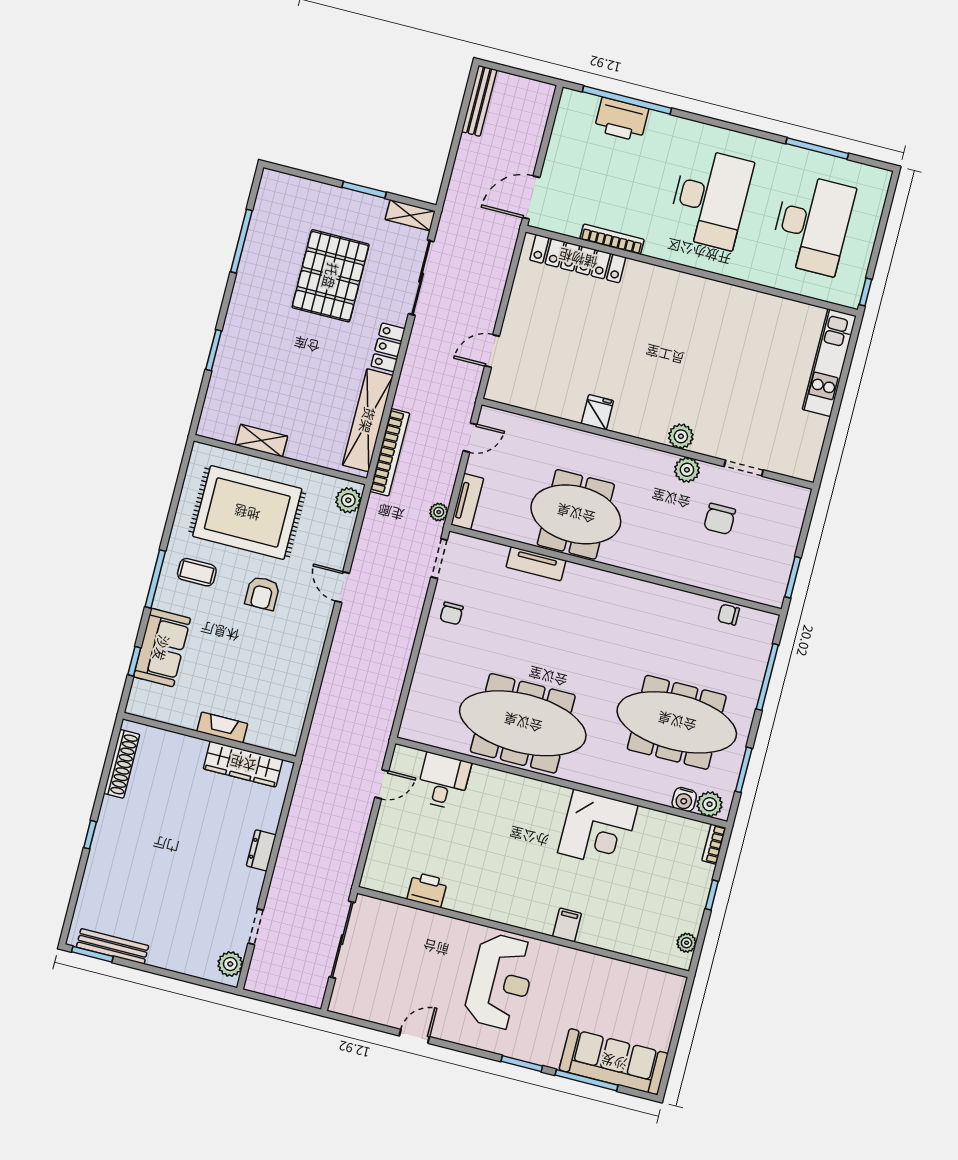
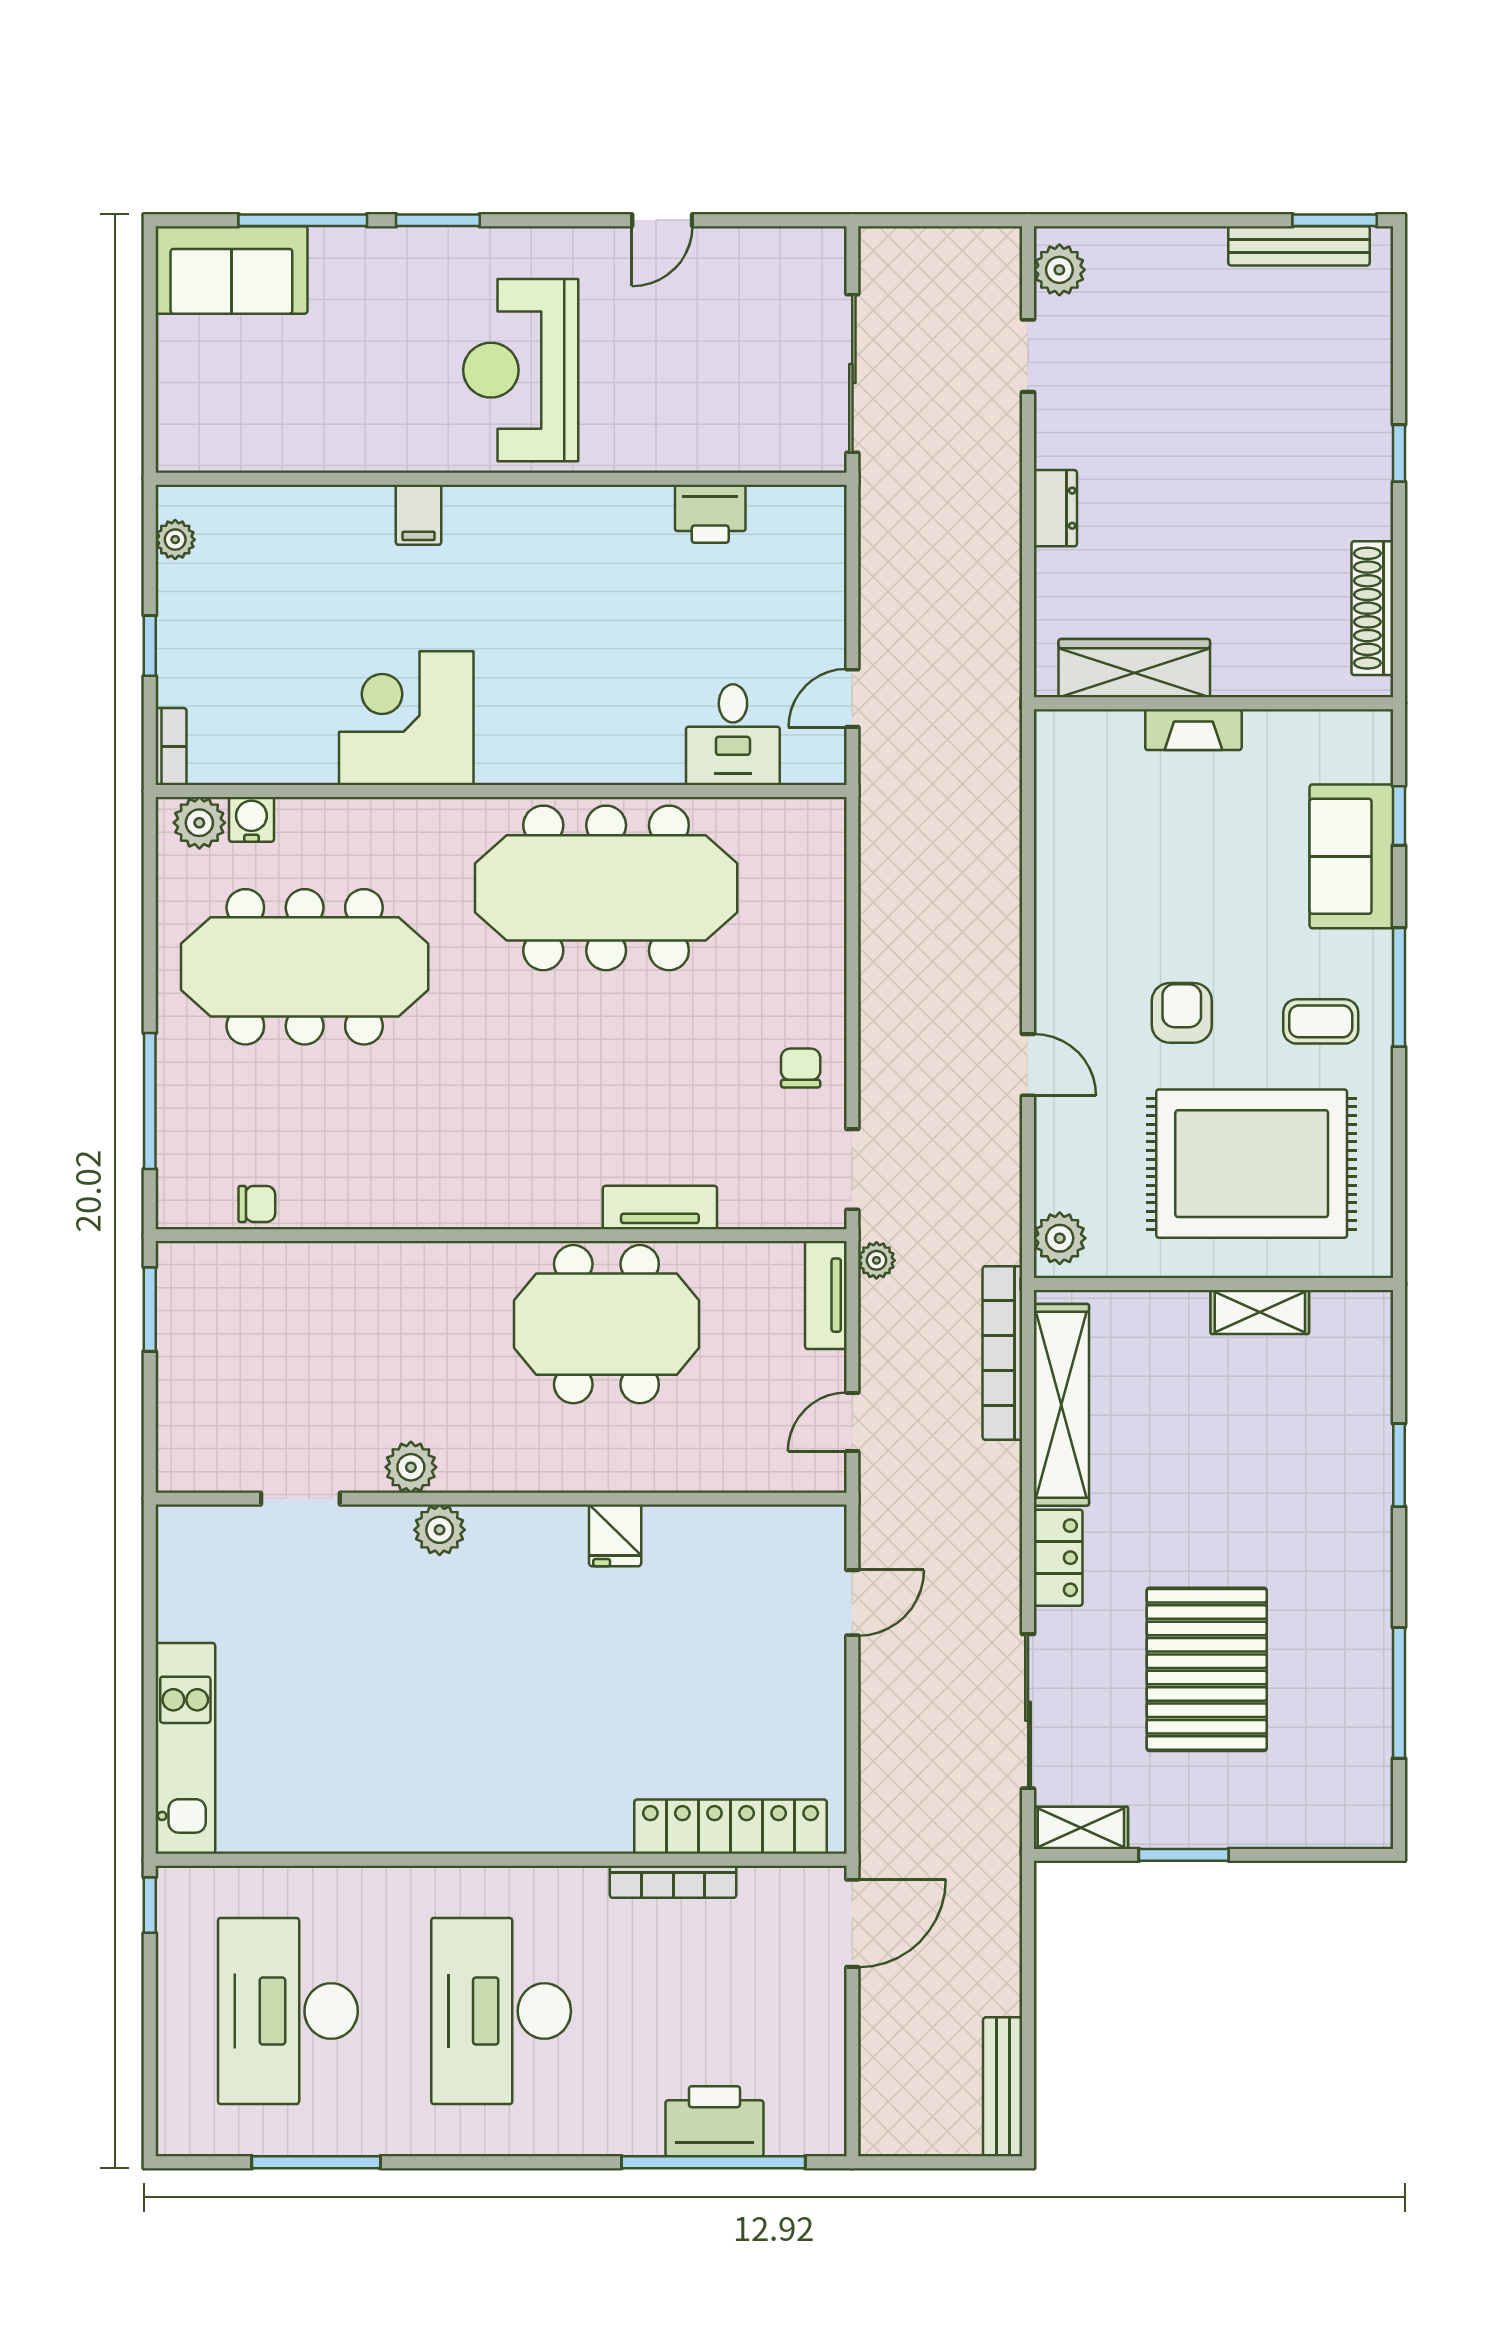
chair: (720, 519) -> (322, 1387), removed
window: (744, 770) -> (150, 907), removed
sofa: (614, 1062) -> (231, 270), width x0.73

